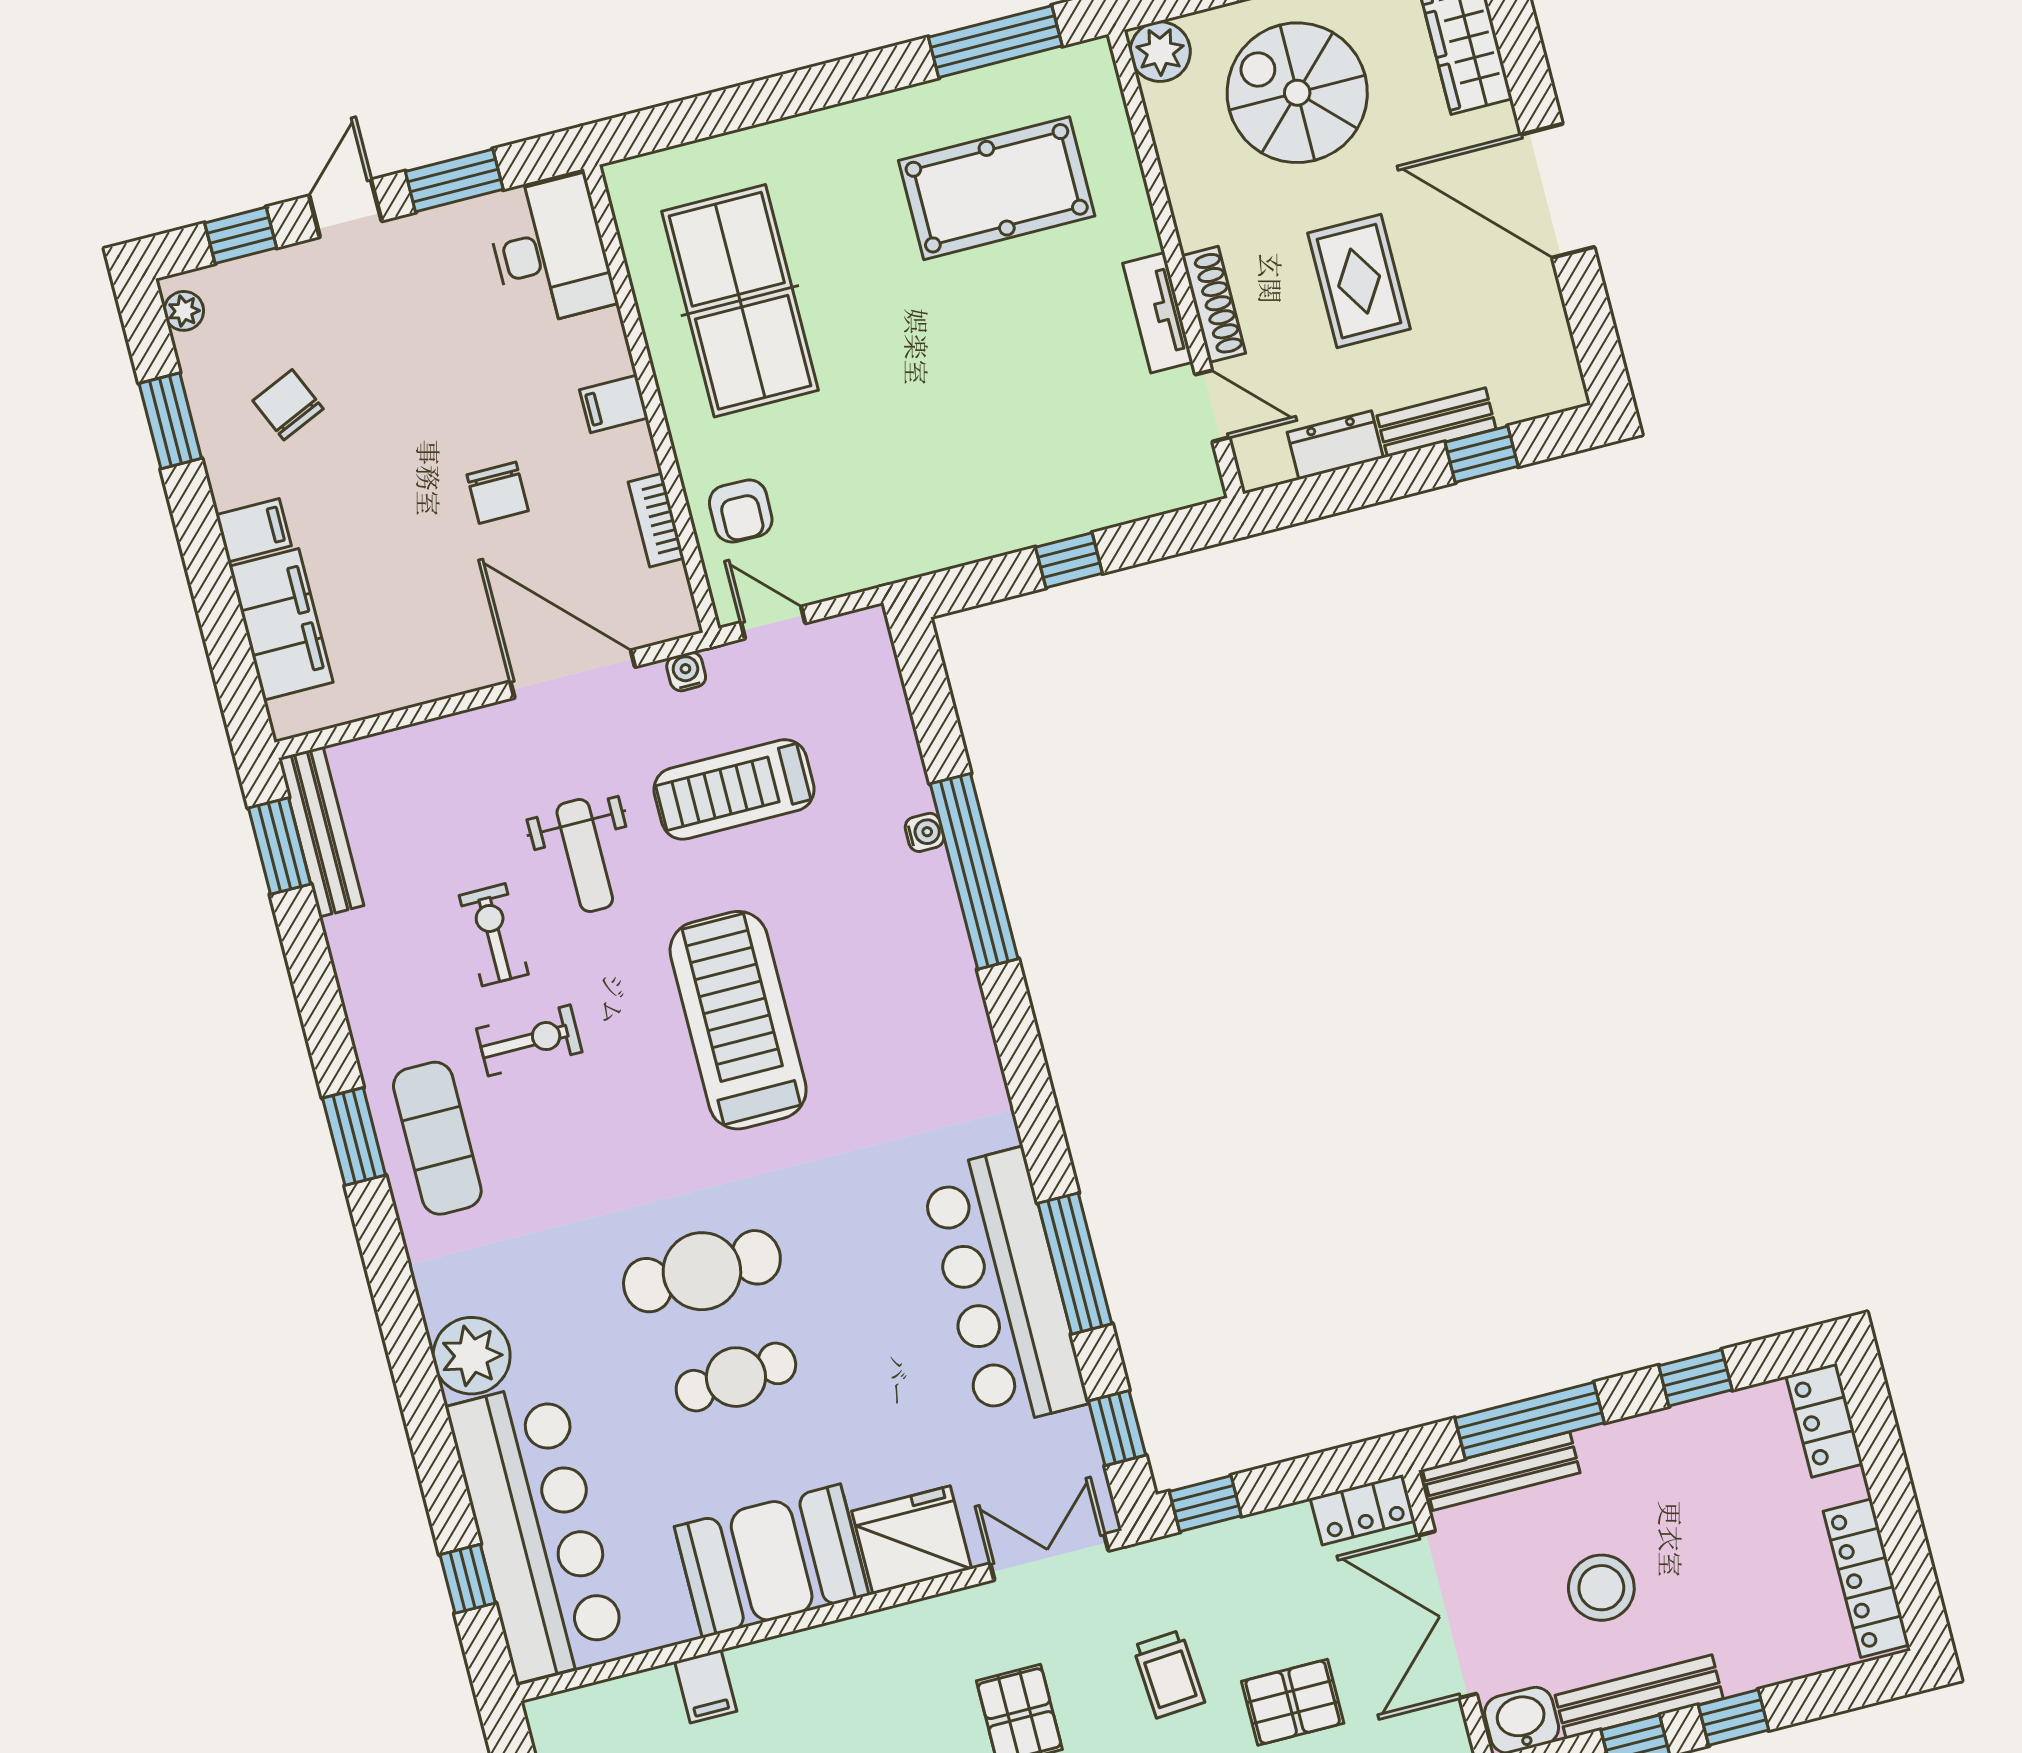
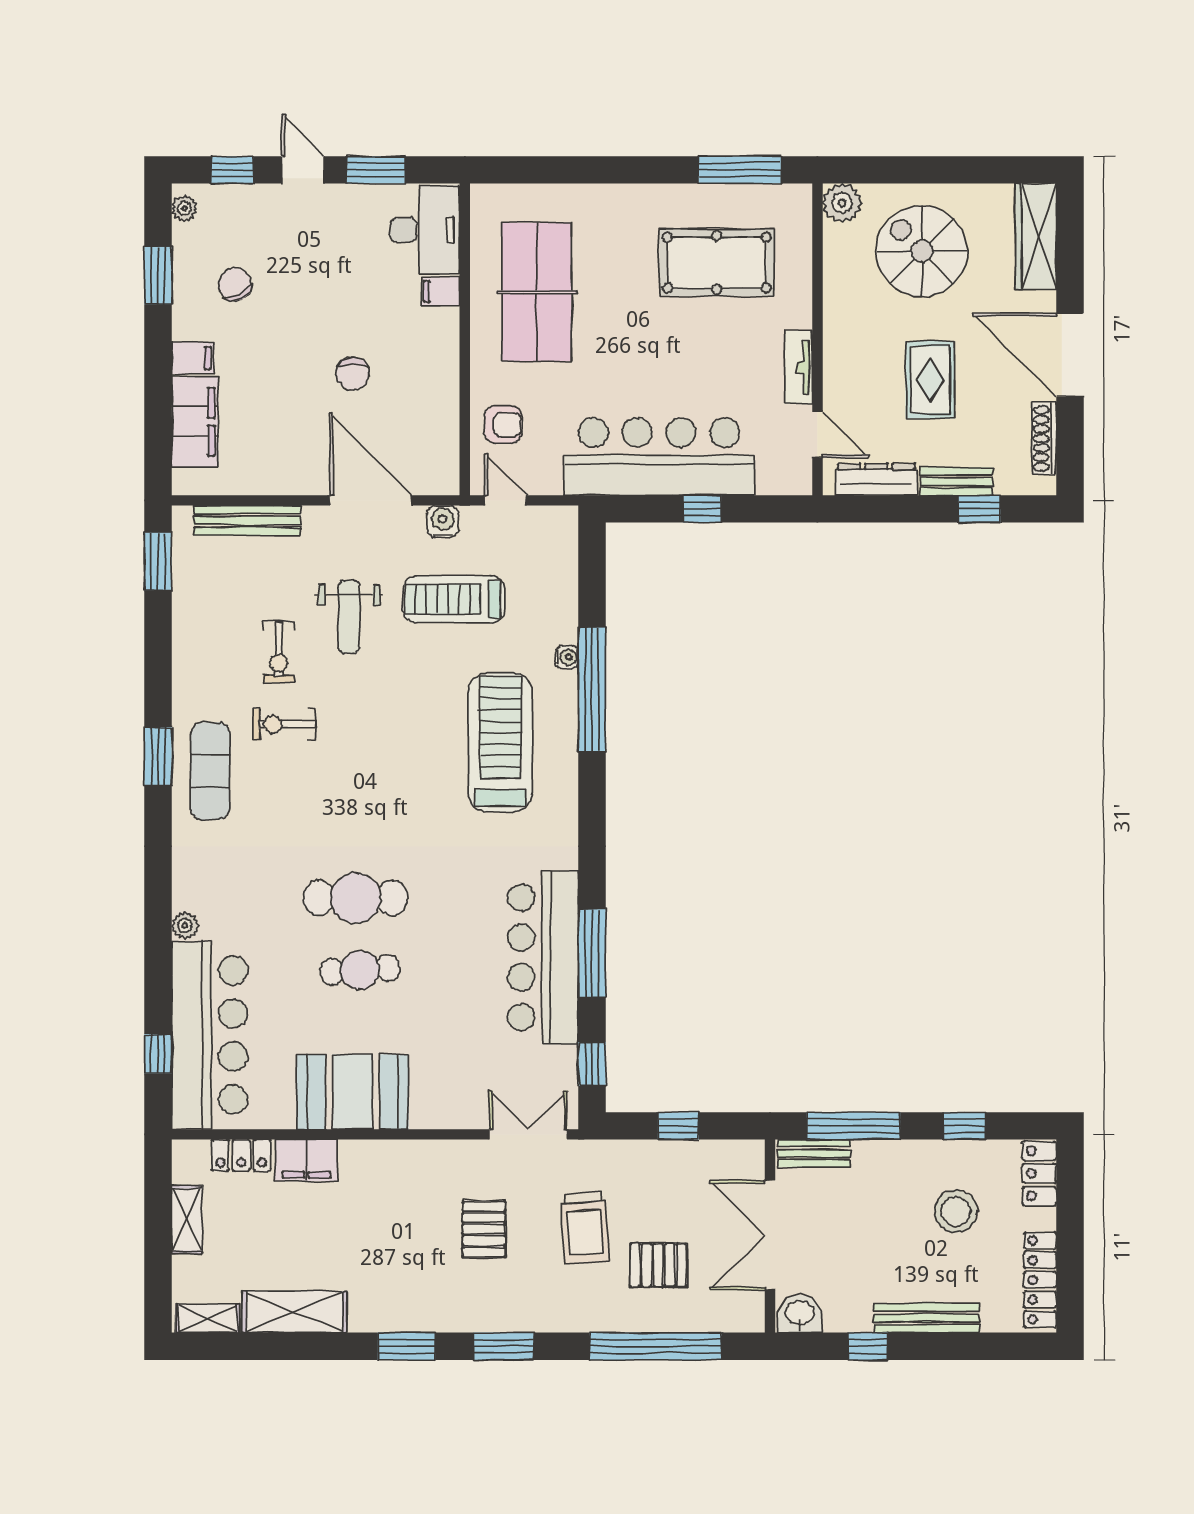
door: (345, 208) -> (303, 170), hinge flipped
shoe rack: (1214, 304) -> (1044, 438), moved, turned 180
filing cabinet: (614, 404) -> (440, 291), moved
dresser: (1335, 445) -> (876, 479), width x1.44
bar counter: (985, 499) -> (659, 456), added
armchair: (741, 511) -> (503, 425), turned -91
bookcase: (656, 520) -> (448, 417), removed
water cooler: (686, 671) -> (443, 522), width x1.38, depth x1.38
bench: (321, 832) -> (247, 520), moved, turned 90
exercise bike: (494, 935) -> (279, 652), turned 180
treadmill: (738, 1020) -> (500, 742), moved
exercise bike: (529, 1040) -> (284, 724), turned 180
plant: (472, 1356) -> (185, 925), width x0.53, depth x0.53
bench: (1501, 1471) -> (814, 1153), width x0.73
window: (1205, 1504) -> (678, 1126), moved
locker: (1363, 1510) -> (241, 1155), moved
fridge: (912, 1540) -> (444, 1101), removed
stool: (1601, 1588) -> (956, 1211), moved
trolley: (1169, 1674) -> (585, 1227), width x1.36, depth x1.39
filing cabinet: (706, 1686) -> (306, 1160), width x2.00
bench: (1639, 1697) -> (927, 1318), moved
window: (1733, 1718) -> (934, 1346), removed

